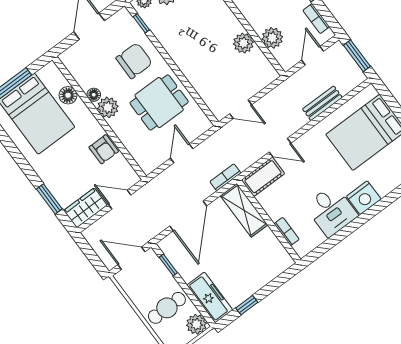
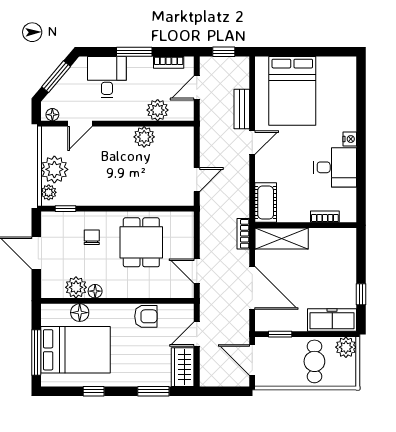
door: (313, 56) -> (197, 88), hinge flipped
window: (357, 56) -> (224, 52), width x0.67
chair: (134, 61) -> (92, 237), width x0.54, depth x0.54
plant: (108, 107) -> (76, 287), moved
door: (280, 148) -> (252, 143), moved
window: (14, 152) -> (94, 391), added
door: (182, 153) -> (197, 271), moved
nightstand: (364, 198) -> (350, 139), width x0.53, depth x0.56
door: (132, 258) -> (252, 360), hinge flipped

